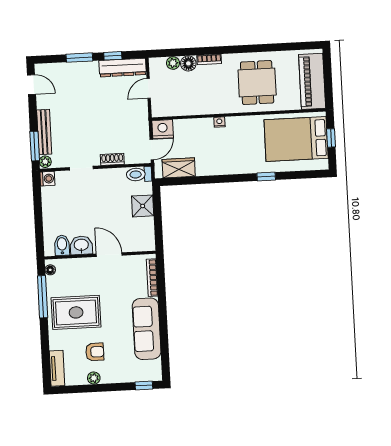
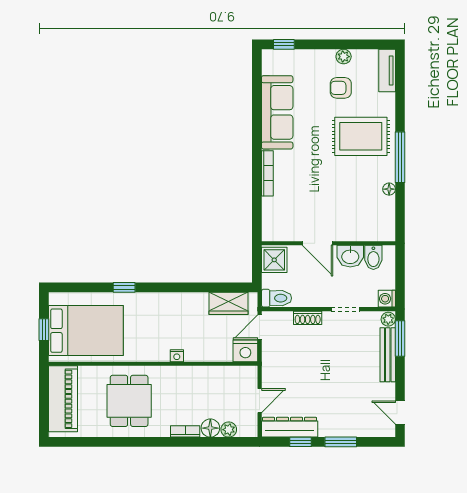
bidet: (62, 245) -> (373, 257), moved
washbasin: (81, 245) -> (350, 256), moved
wall: (100, 255) -> (328, 243), moved
door: (109, 255) -> (317, 243), moved

